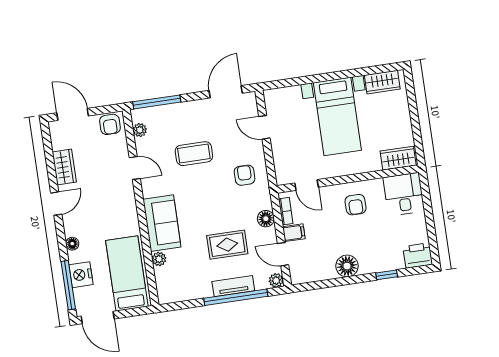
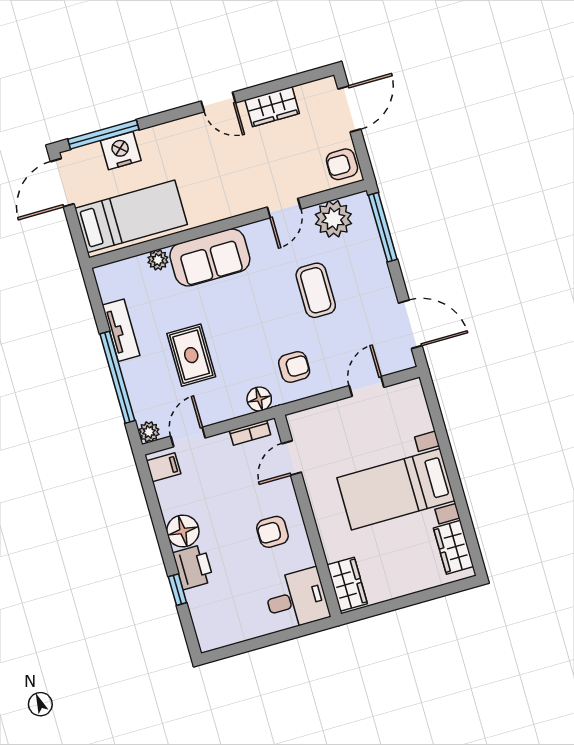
plant: (140, 130) -> (333, 219), width x1.88, depth x1.88
floor lamp: (266, 219) -> (259, 399), moved
filing cabinet: (294, 233) -> (164, 467), moved, turned -90
floor lamp: (72, 244) -> (164, 132), removed
printer: (418, 256) -> (193, 567), moved
tv unit: (233, 286) -> (121, 330), moved

